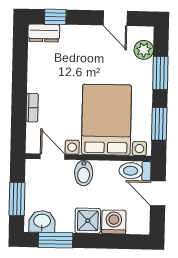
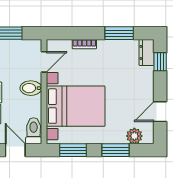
window: (20, 66) -> (119, 33), added
door: (158, 193) -> (15, 150), hinge flipped

